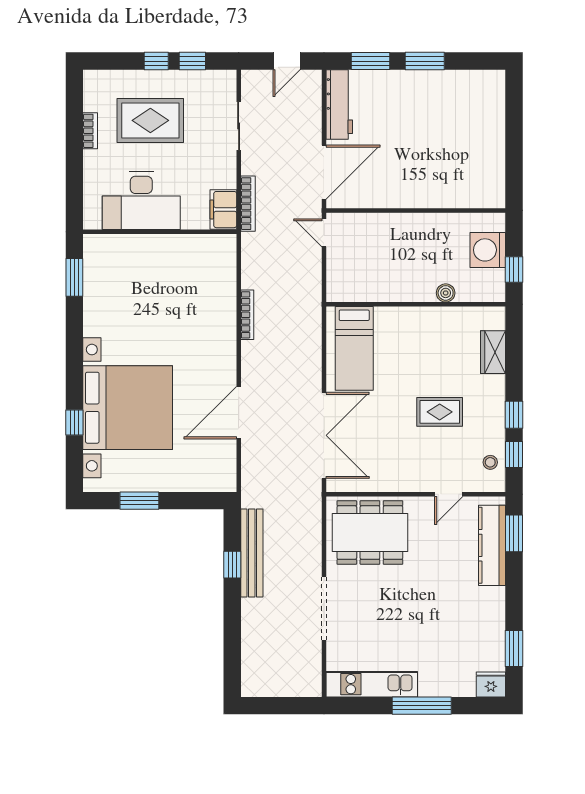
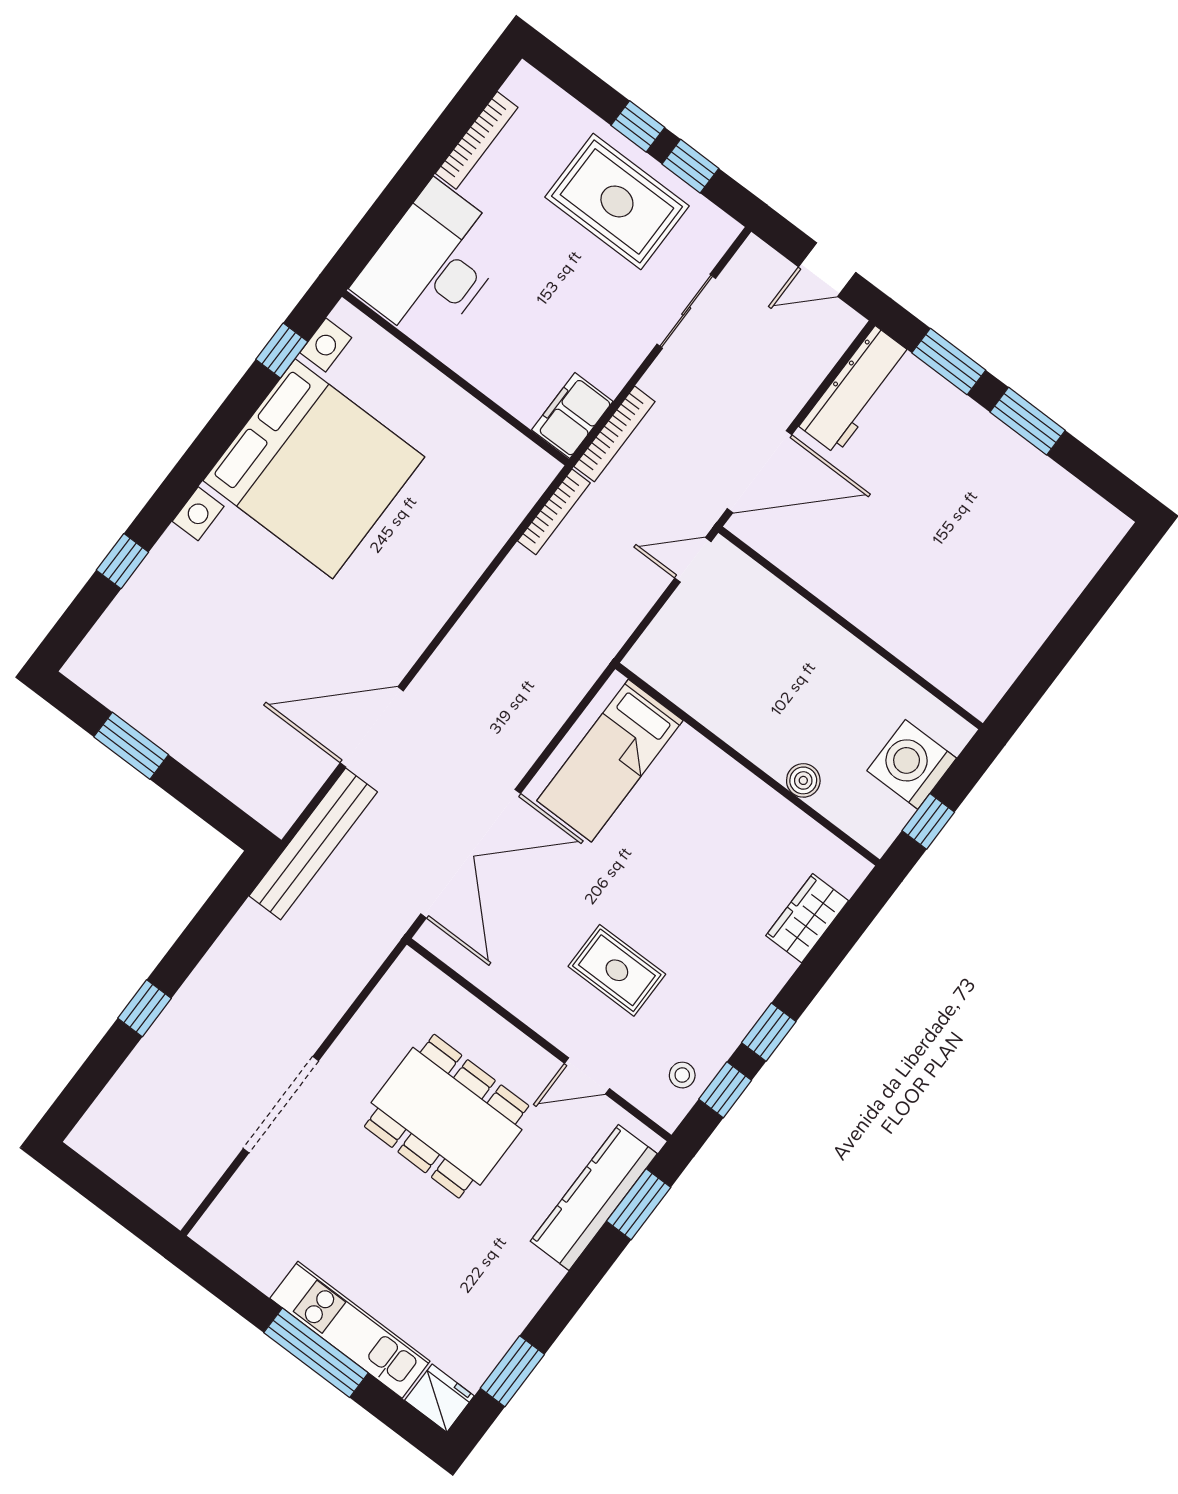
rug: (150, 120) -> (617, 201), moved
bookcase: (90, 131) -> (477, 140), width x1.56
desk: (141, 201) -> (433, 264), moved, turned 90
door: (324, 233) -> (693, 560), hinge flipped
window: (74, 277) -> (282, 350), width x0.67
bookcase: (247, 315) -> (554, 512), moved
bed with nightstands: (128, 408) -> (314, 469), moved
rug: (440, 412) -> (617, 970), moved
dining table: (370, 533) -> (447, 1116), moved
bench: (252, 553) -> (313, 844), moved
window: (232, 565) -> (145, 1008), moved
kitchen unit: (372, 684) -> (350, 1330), moved

